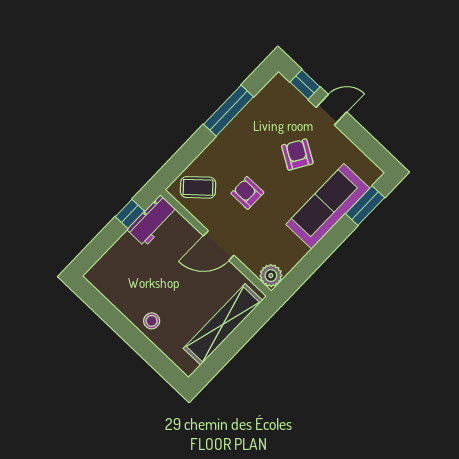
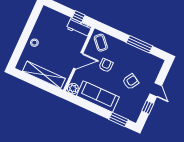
window: (305, 85) -> (148, 107), moved
sofa: (328, 206) -> (98, 96), moved
door: (219, 246) -> (78, 61), swing flipped

